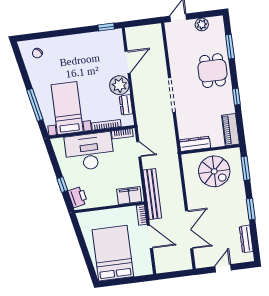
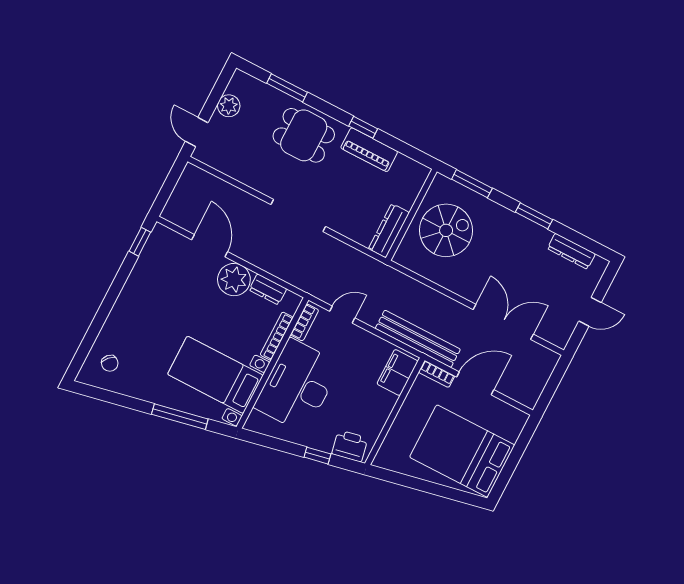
piano: (230, 130) -> (369, 150), moved
door: (223, 268) -> (590, 312), swing flipped

